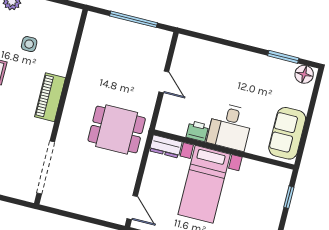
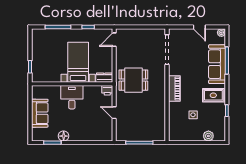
floor lamp: (304, 74) -> (64, 136), moved
printer: (197, 131) -> (107, 90), moved
sofa: (287, 133) -> (40, 113), moved
door: (132, 208) -> (114, 40), hinge flipped

